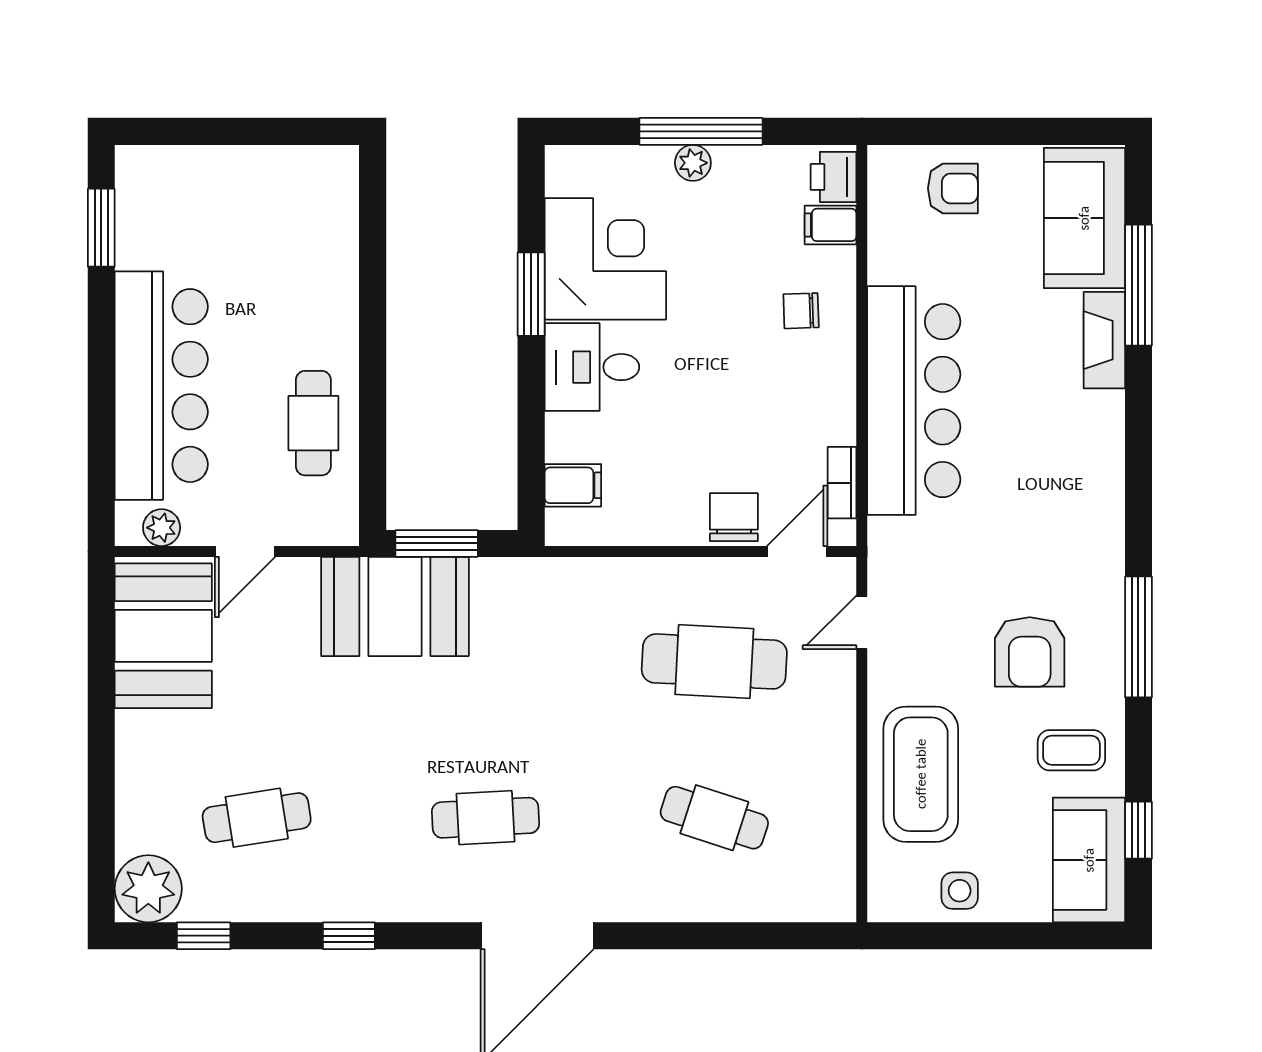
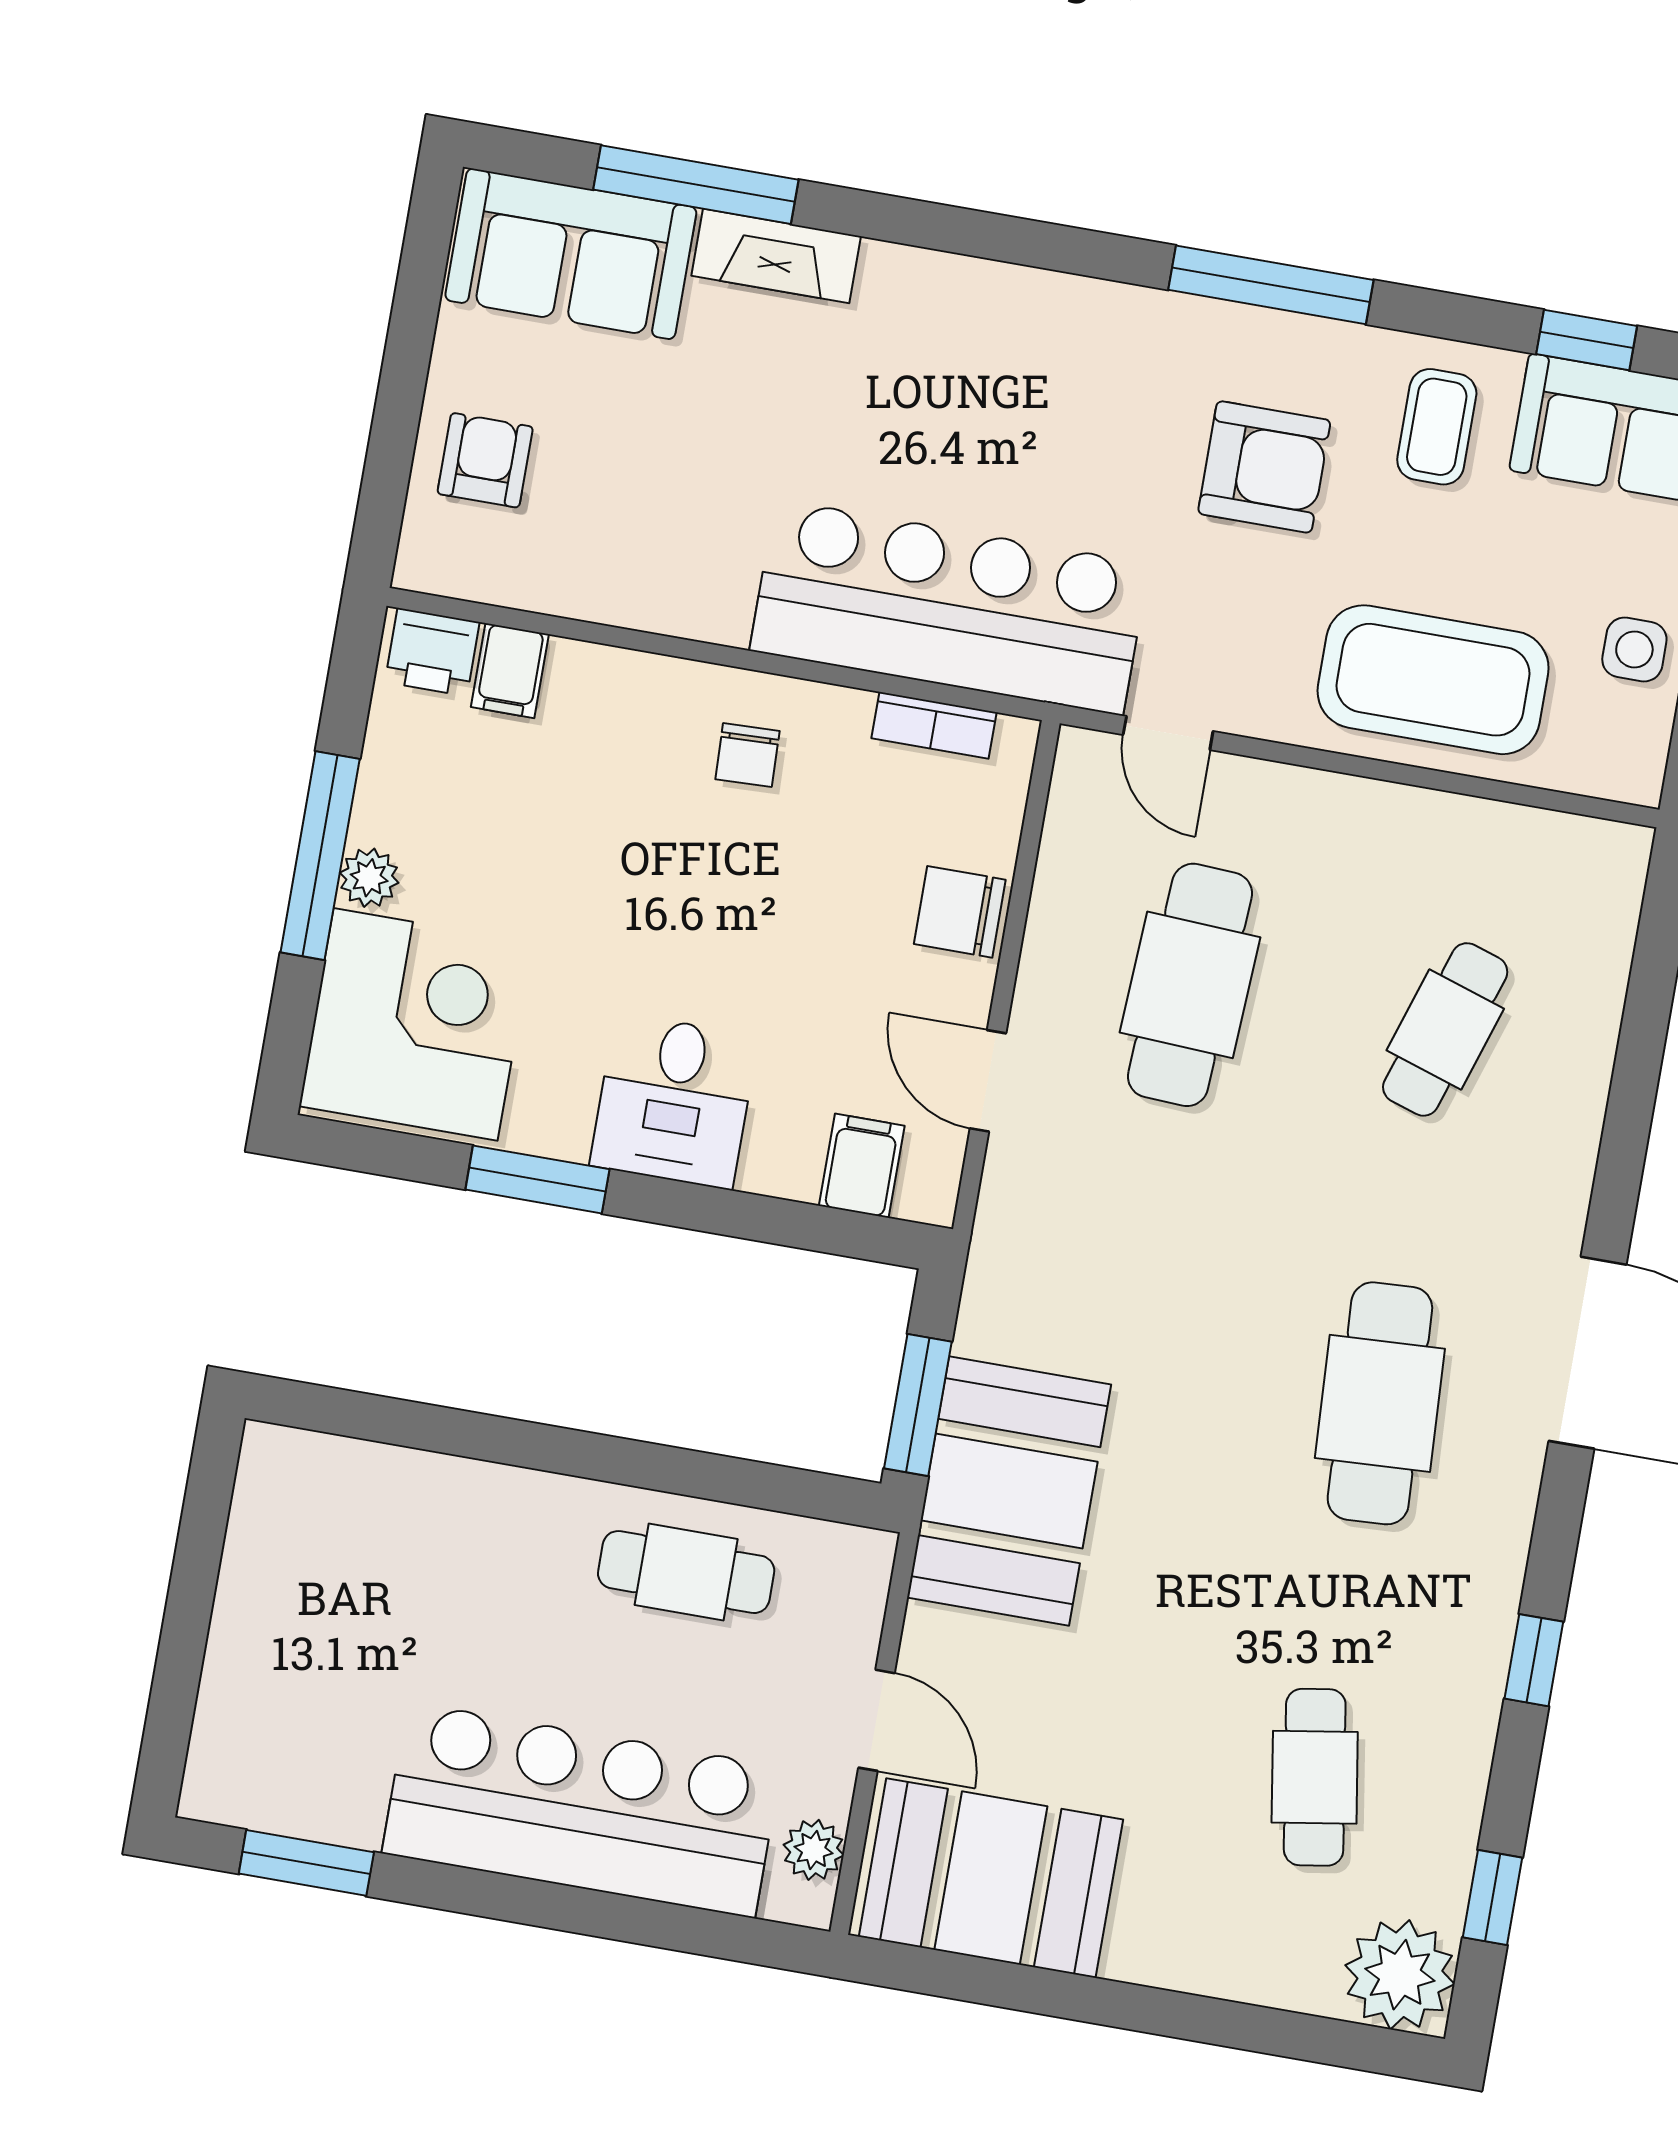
corner desk: (605, 259) -> (415, 1024), moved, turned 90
chair: (801, 311) -> (747, 755), moved
bar counter: (914, 401) -> (949, 607), moved
door: (797, 551) -> (988, 1081), moved
cafe table: (486, 818) -> (1380, 1403), width x1.37, depth x1.35

